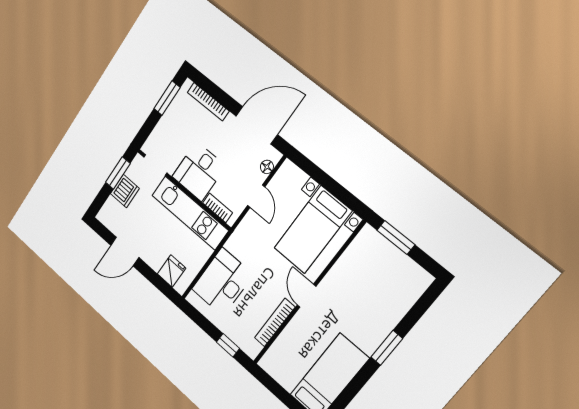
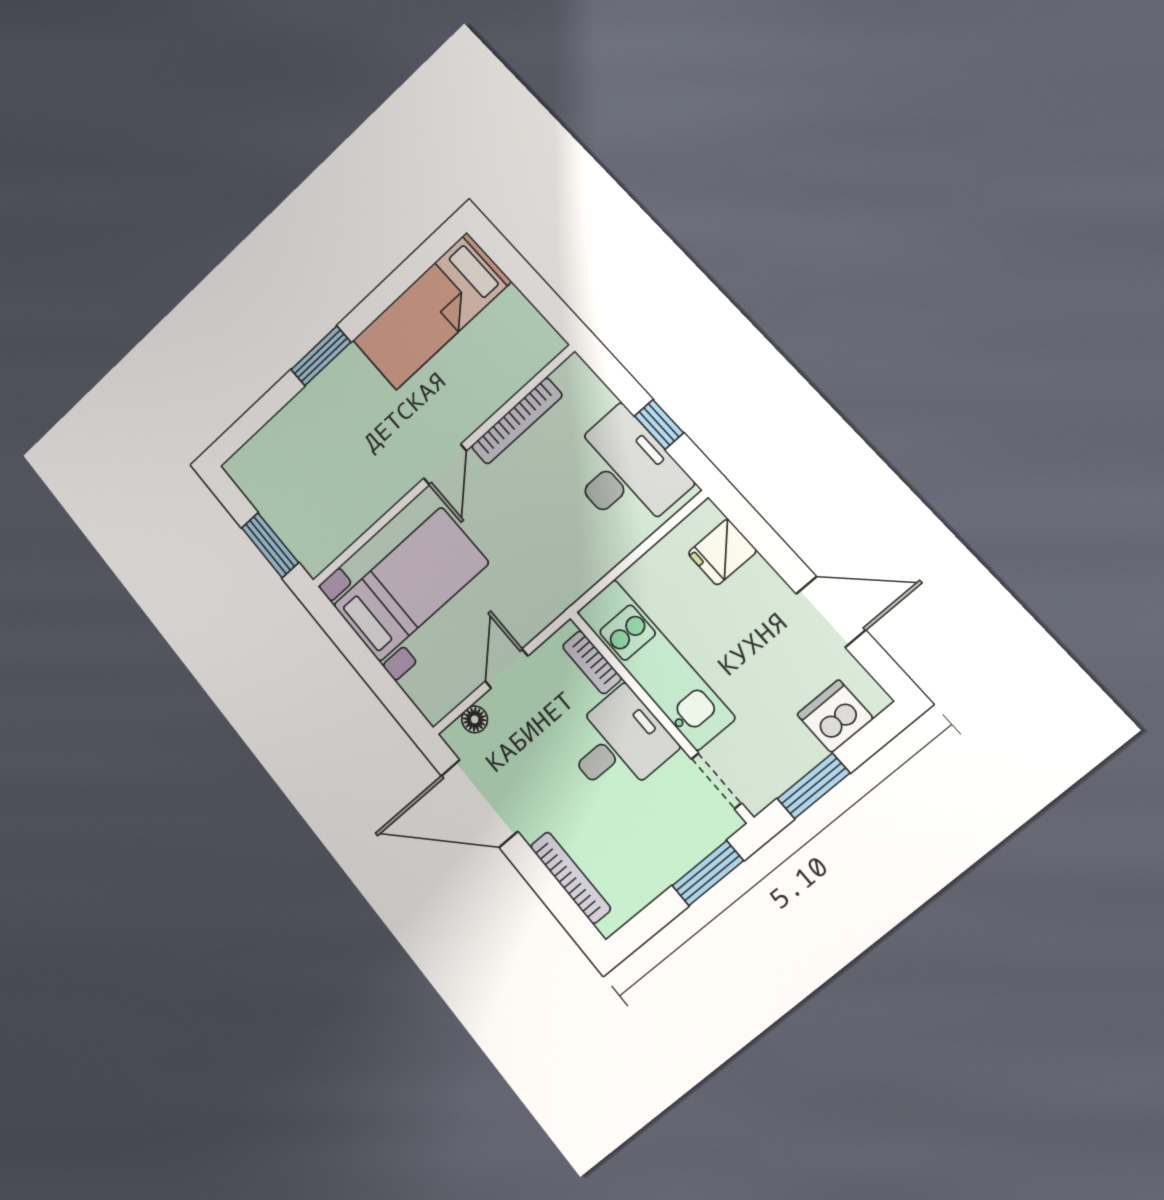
window: (167, 98) -> (708, 873), moved
dishwasher: (125, 191) -> (835, 716), moved
desk: (222, 282) -> (625, 472), moved, turned -90
window: (228, 345) -> (659, 424), moved

